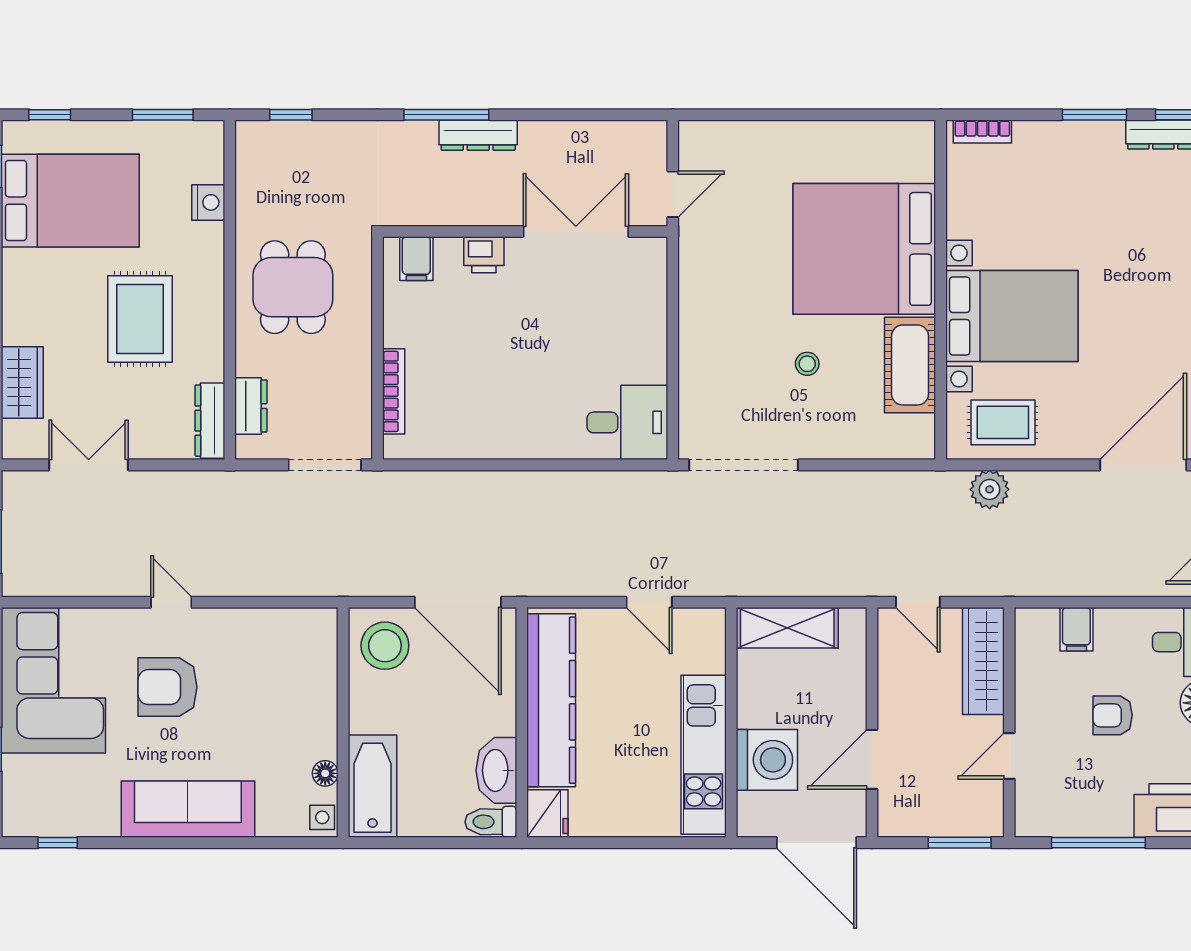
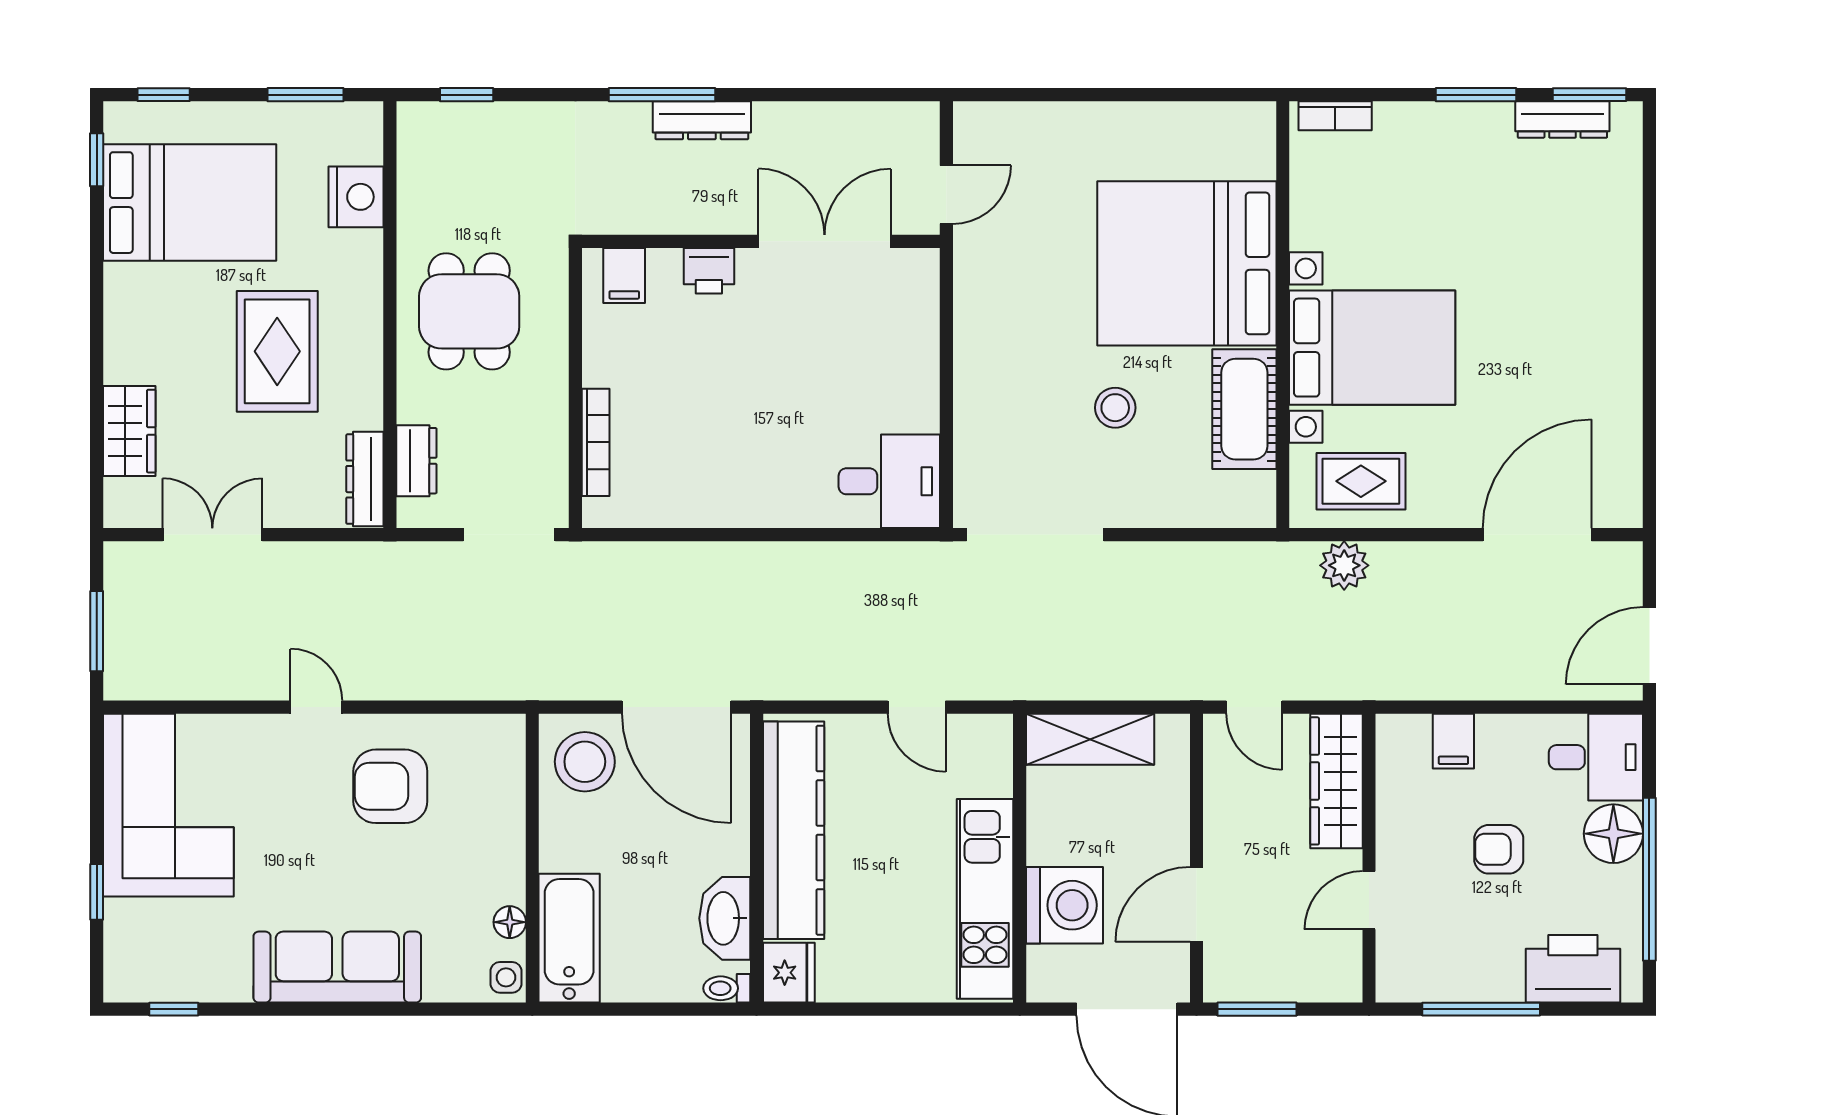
nightstand: (208, 202) -> (356, 197), width x1.36, depth x1.33
stool: (807, 364) -> (1115, 408), width x1.37, depth x1.37
armchair: (167, 687) -> (390, 786), moved
toilet: (491, 822) -> (727, 988), width x0.73, depth x0.72
window: (960, 843) -> (1257, 1009), moved

